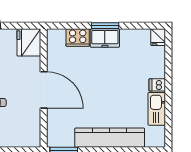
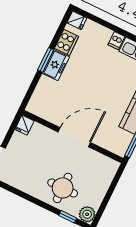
cooker: (78, 37) -> (67, 42), moved
fridge: (29, 42) -> (25, 125), width x0.53, depth x0.75

